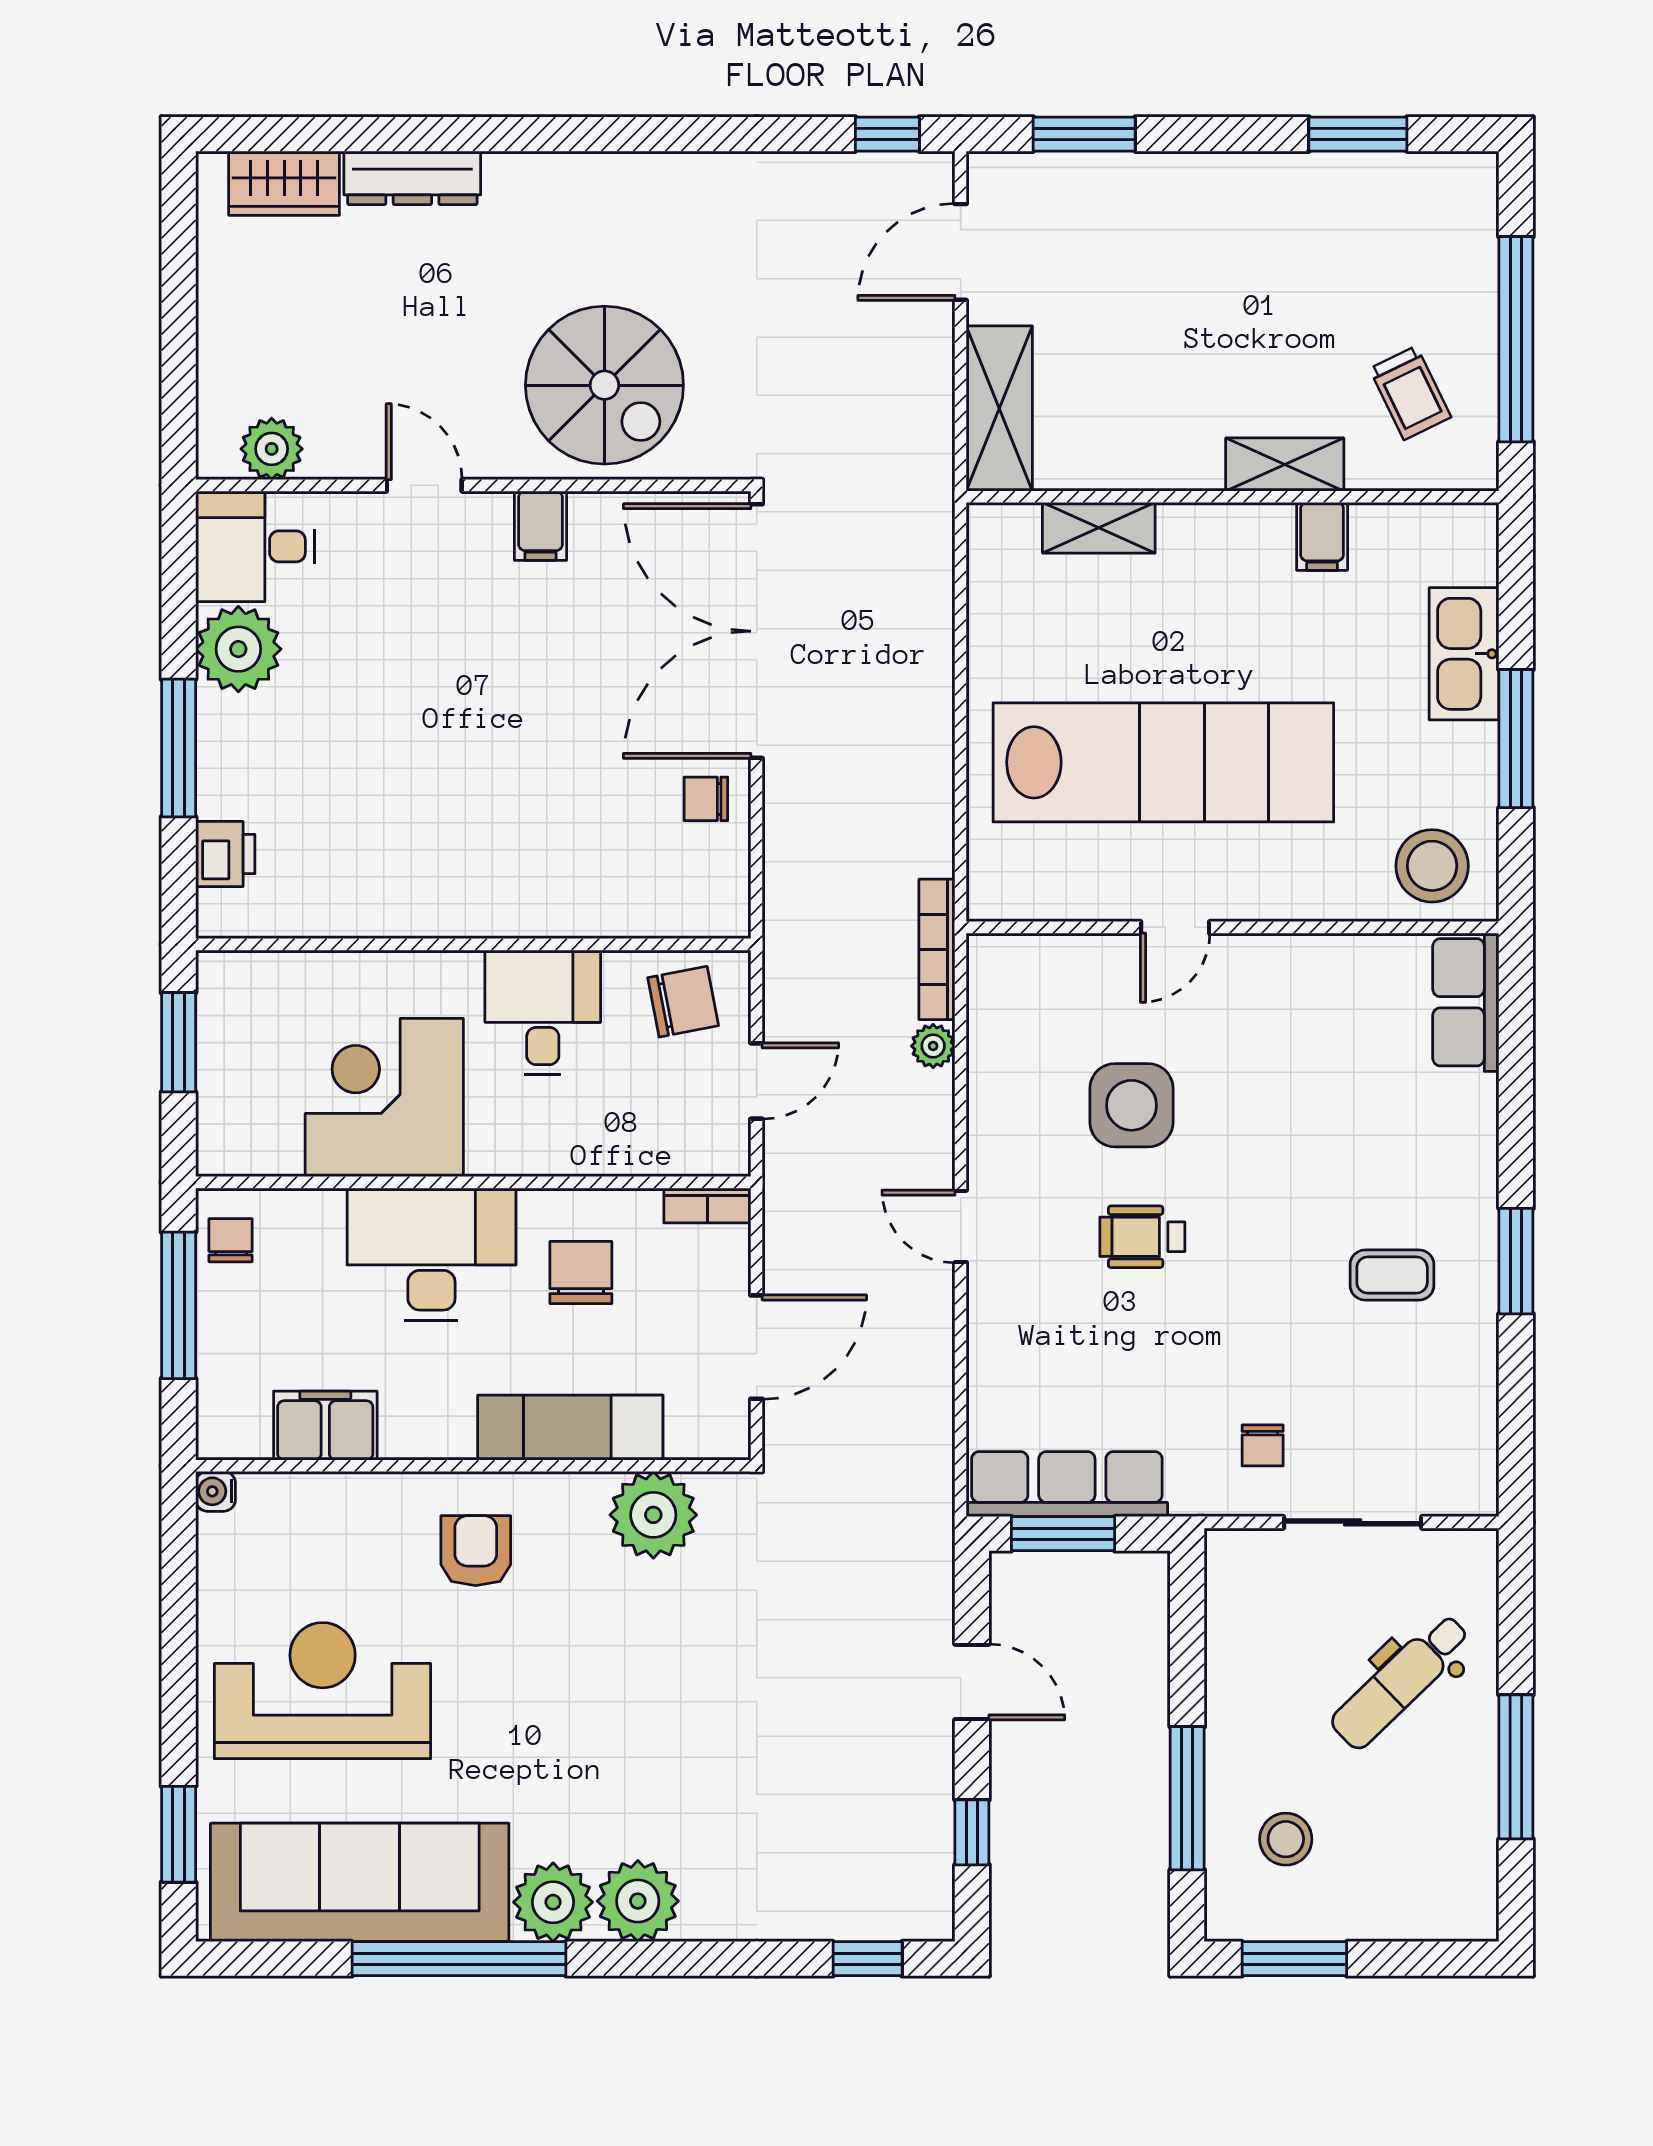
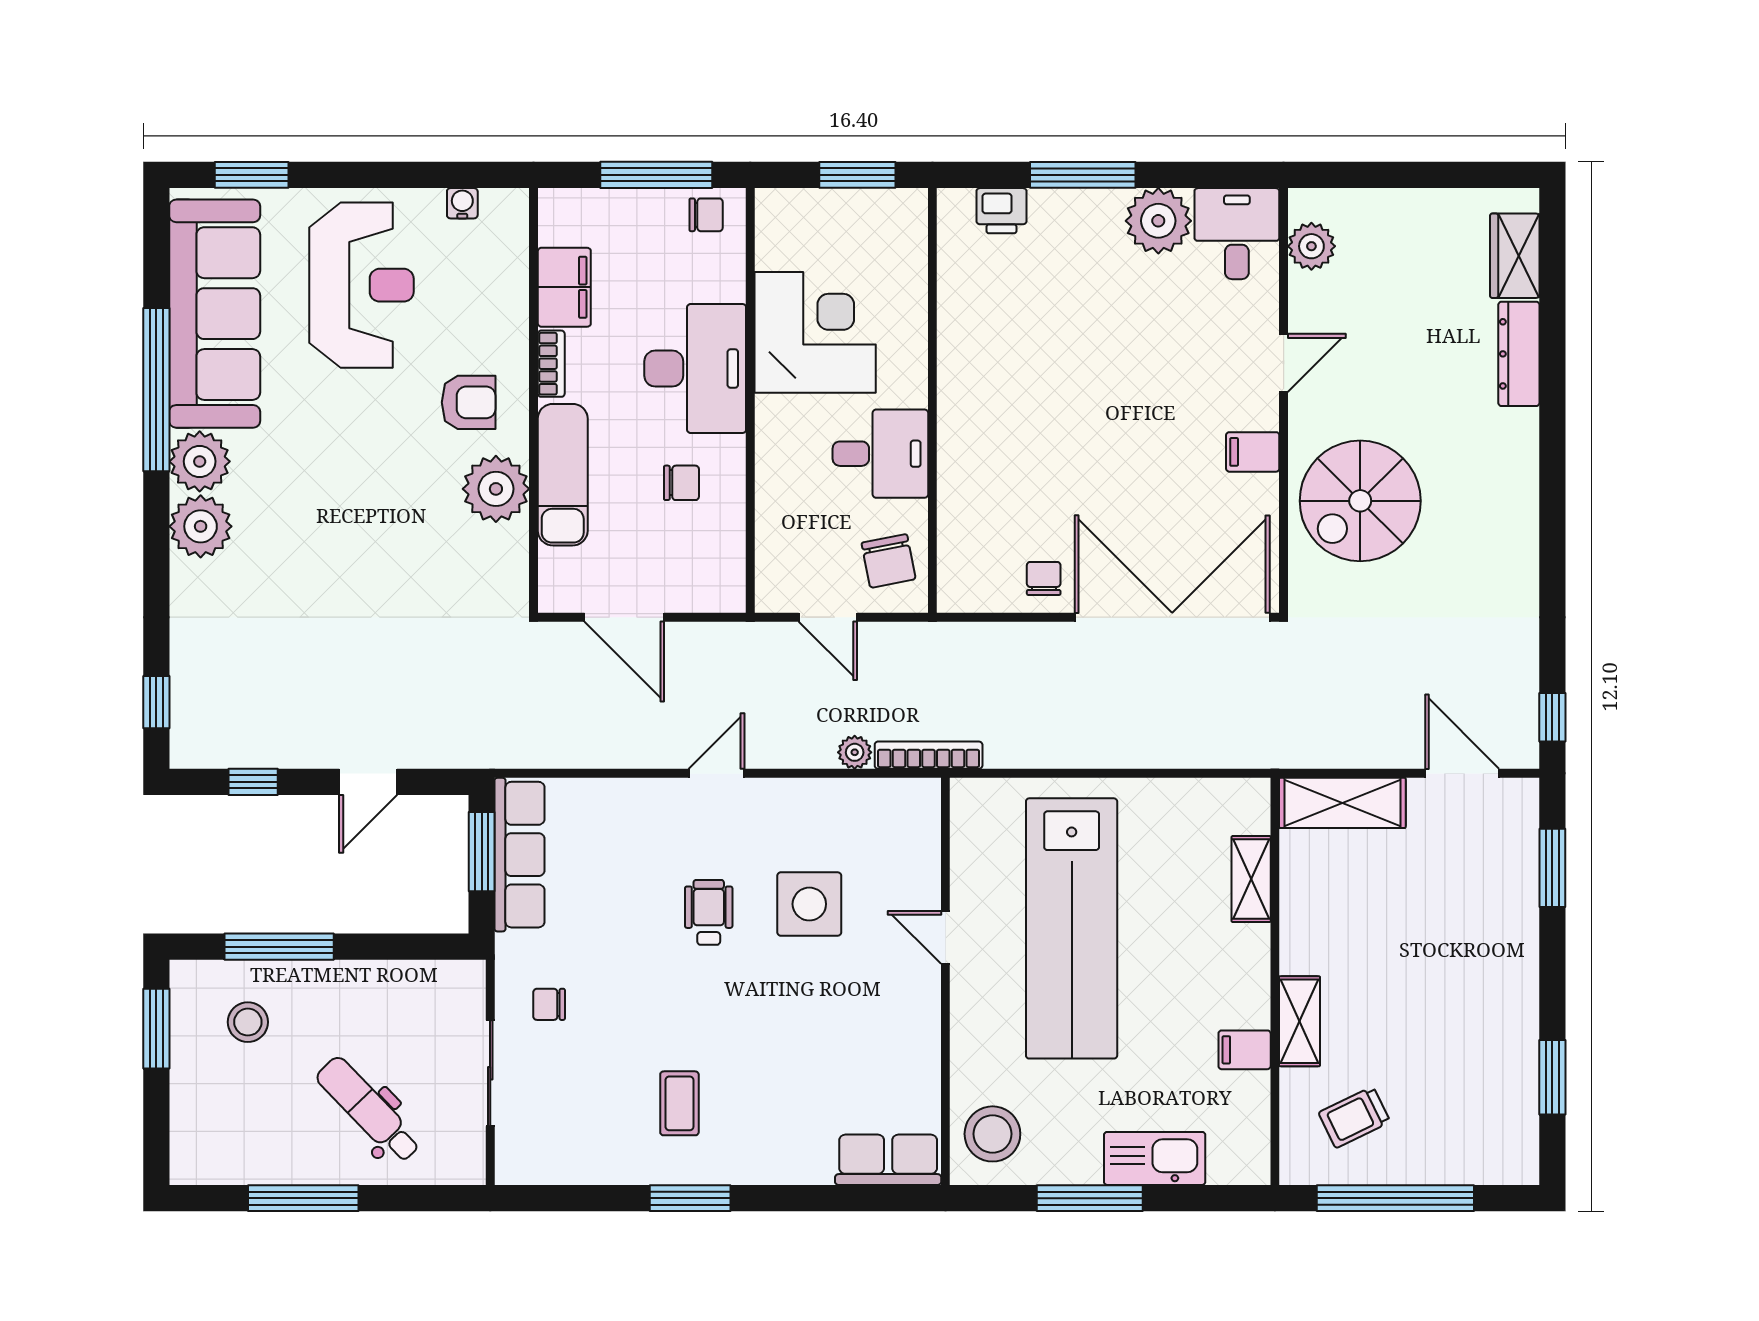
bookcase: (707, 1205) -> (551, 364), moved, turned 180
chair: (581, 1272) -> (681, 483), width x0.73, depth x0.73
water cooler: (215, 1491) -> (462, 203), moved
plant: (653, 1515) -> (496, 489), moved

